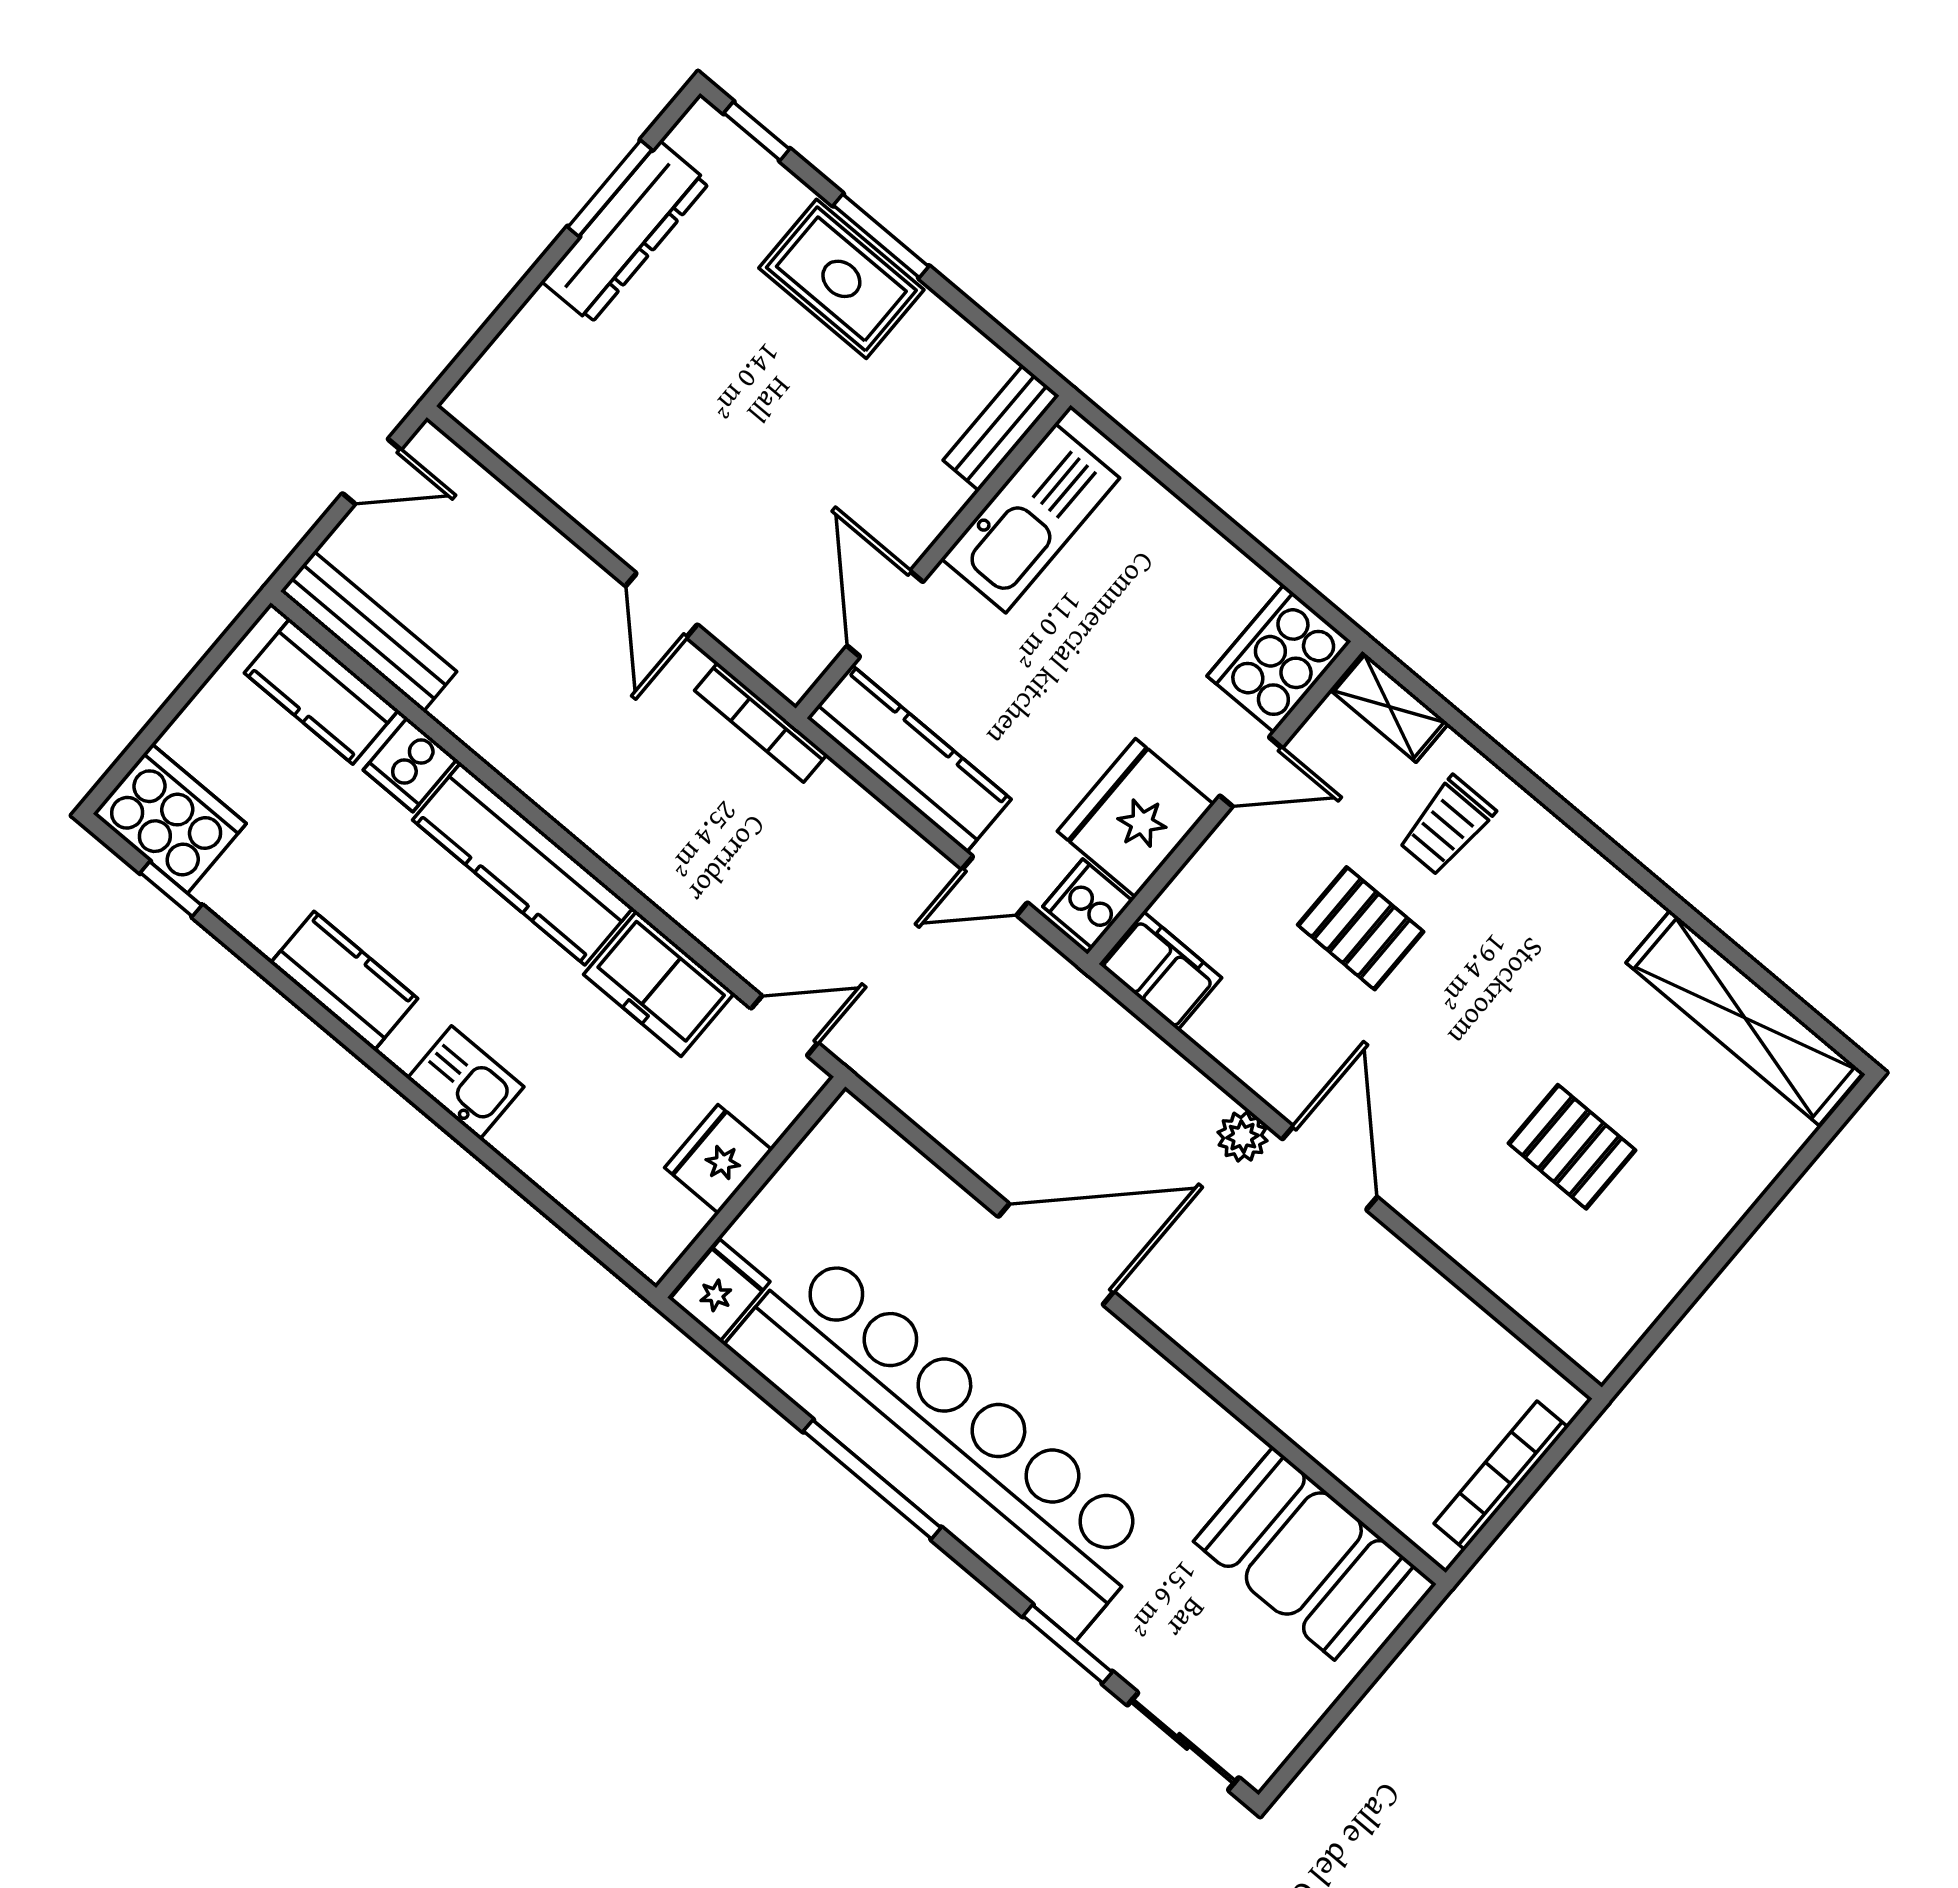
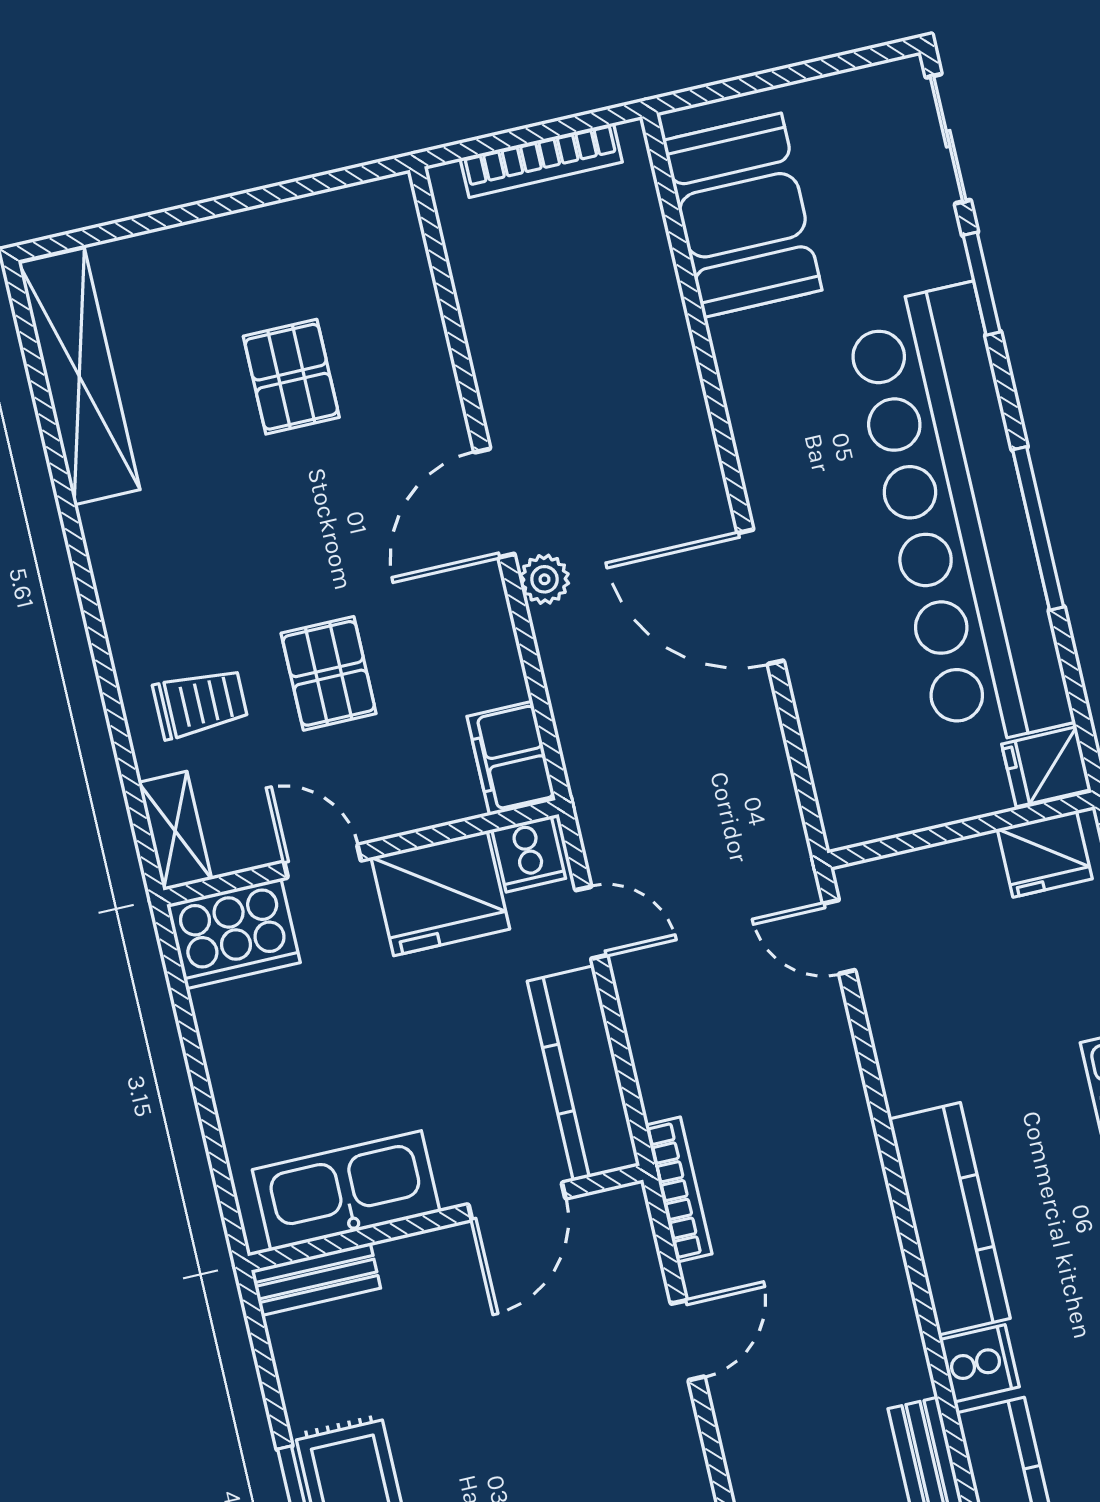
freezer: (659, 984) -> (913, 1044), removed
fridge: (718, 1159) -> (1045, 854), moved

